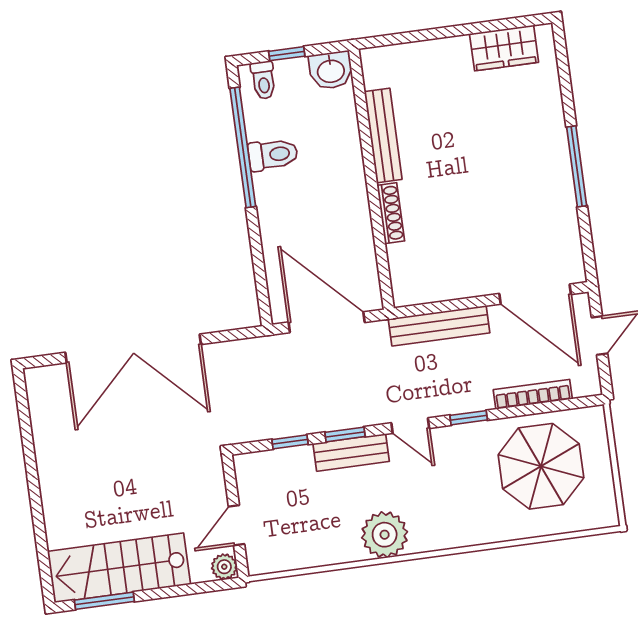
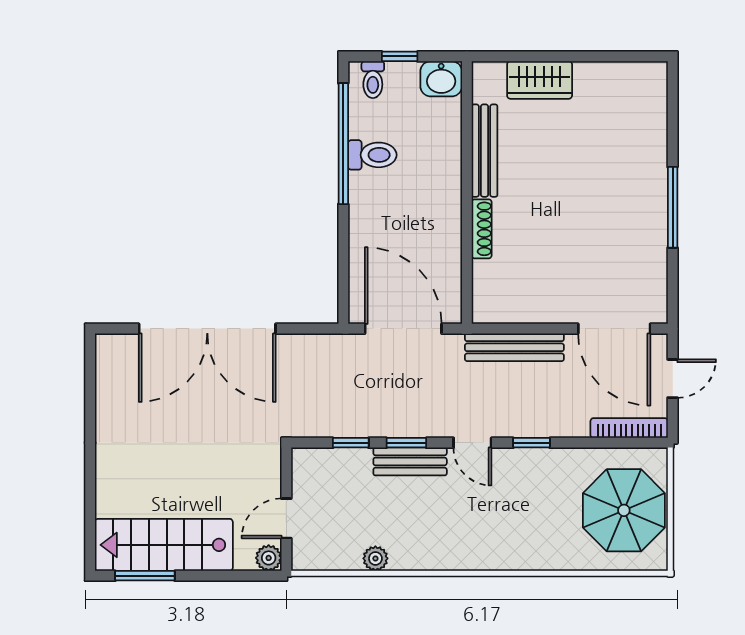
wardrobe: (504, 48) -> (540, 80), moved
bookcase: (533, 394) -> (629, 428), moved
parasol: (541, 466) -> (624, 510), moved
plant: (385, 535) -> (375, 558), moved, width x0.53, depth x0.53

